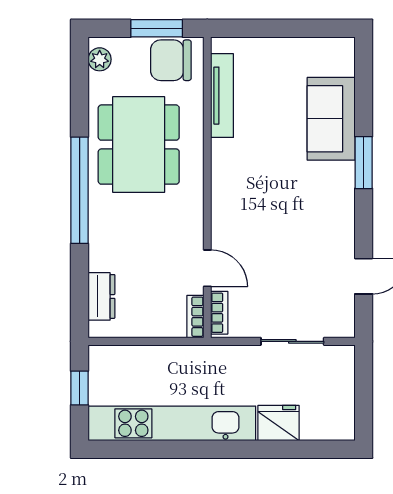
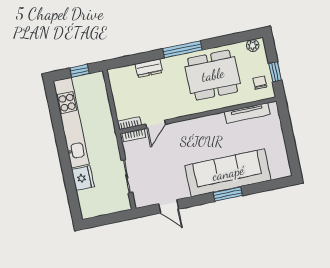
window: (157, 28) -> (275, 72), width x0.67
chair: (171, 60) -> (260, 83), width x0.54, depth x0.54
sofa: (331, 119) -> (228, 173), width x1.85, depth x1.27
window: (80, 190) -> (182, 49), width x0.68
dresser: (101, 296) -> (149, 68), moved

